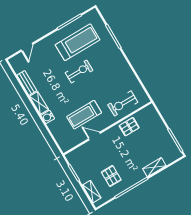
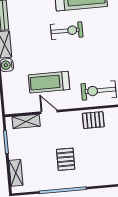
shelving: (154, 167) -> (26, 121), moved
pallet: (111, 176) -> (66, 159), moved

